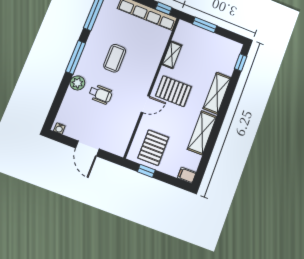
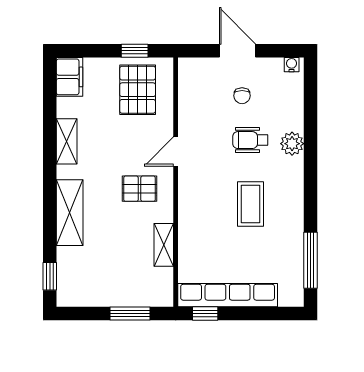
window: (76, 57) -> (310, 182), removed
pallet: (173, 91) -> (140, 189), width x0.67, depth x0.71
chair: (95, 121) -> (242, 96), added
shelving: (202, 133) -> (67, 141), width x0.67, depth x0.75
filing cabinet: (187, 175) -> (69, 77), width x2.00

